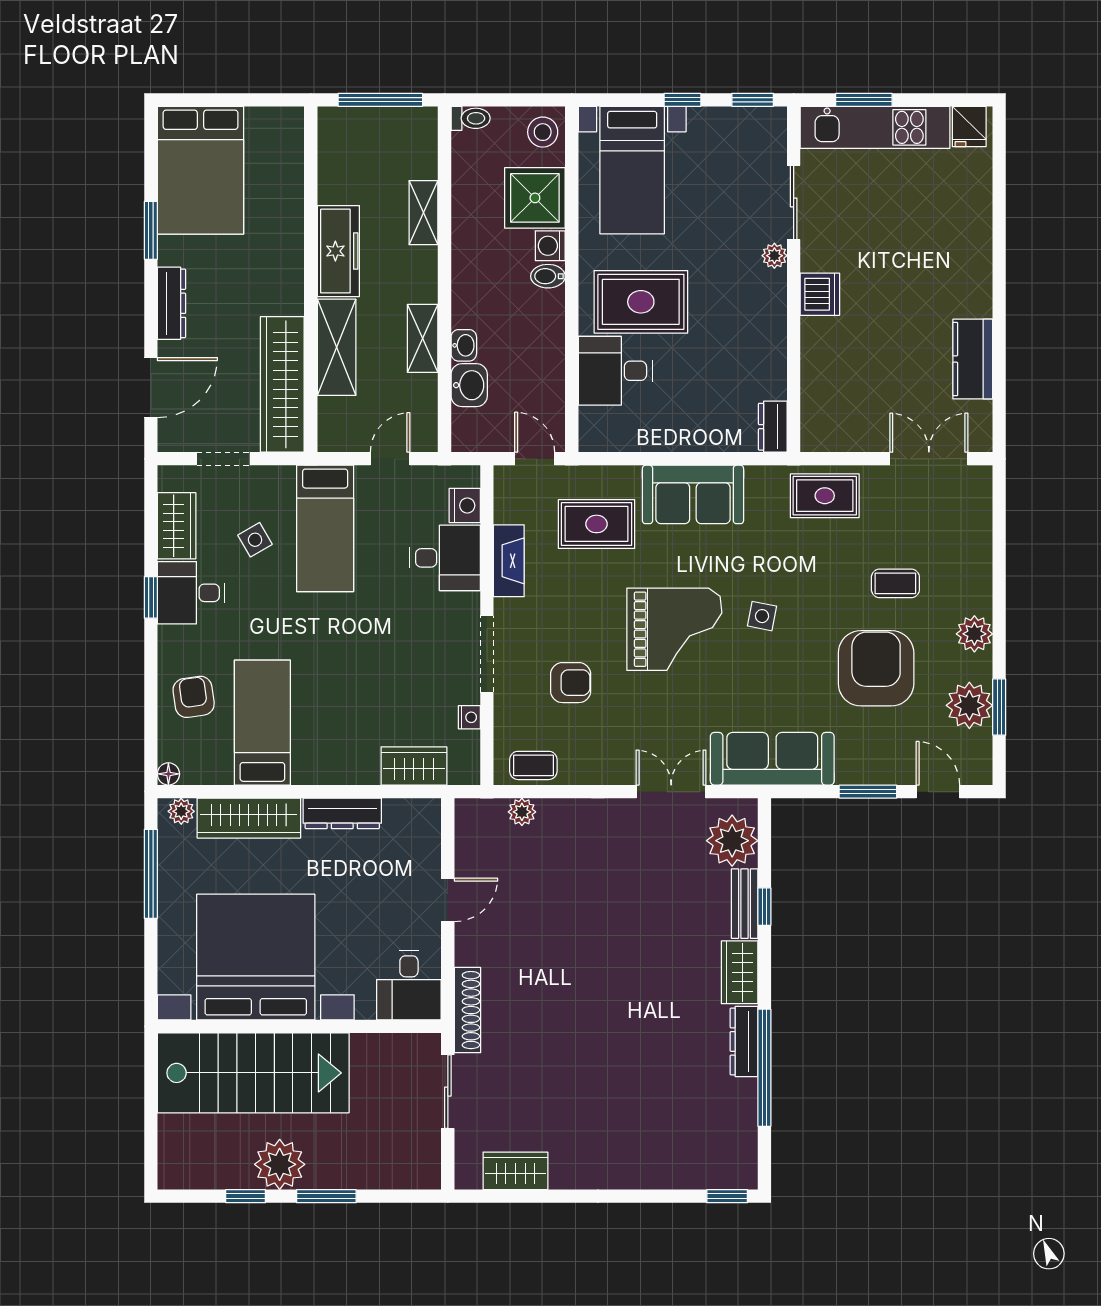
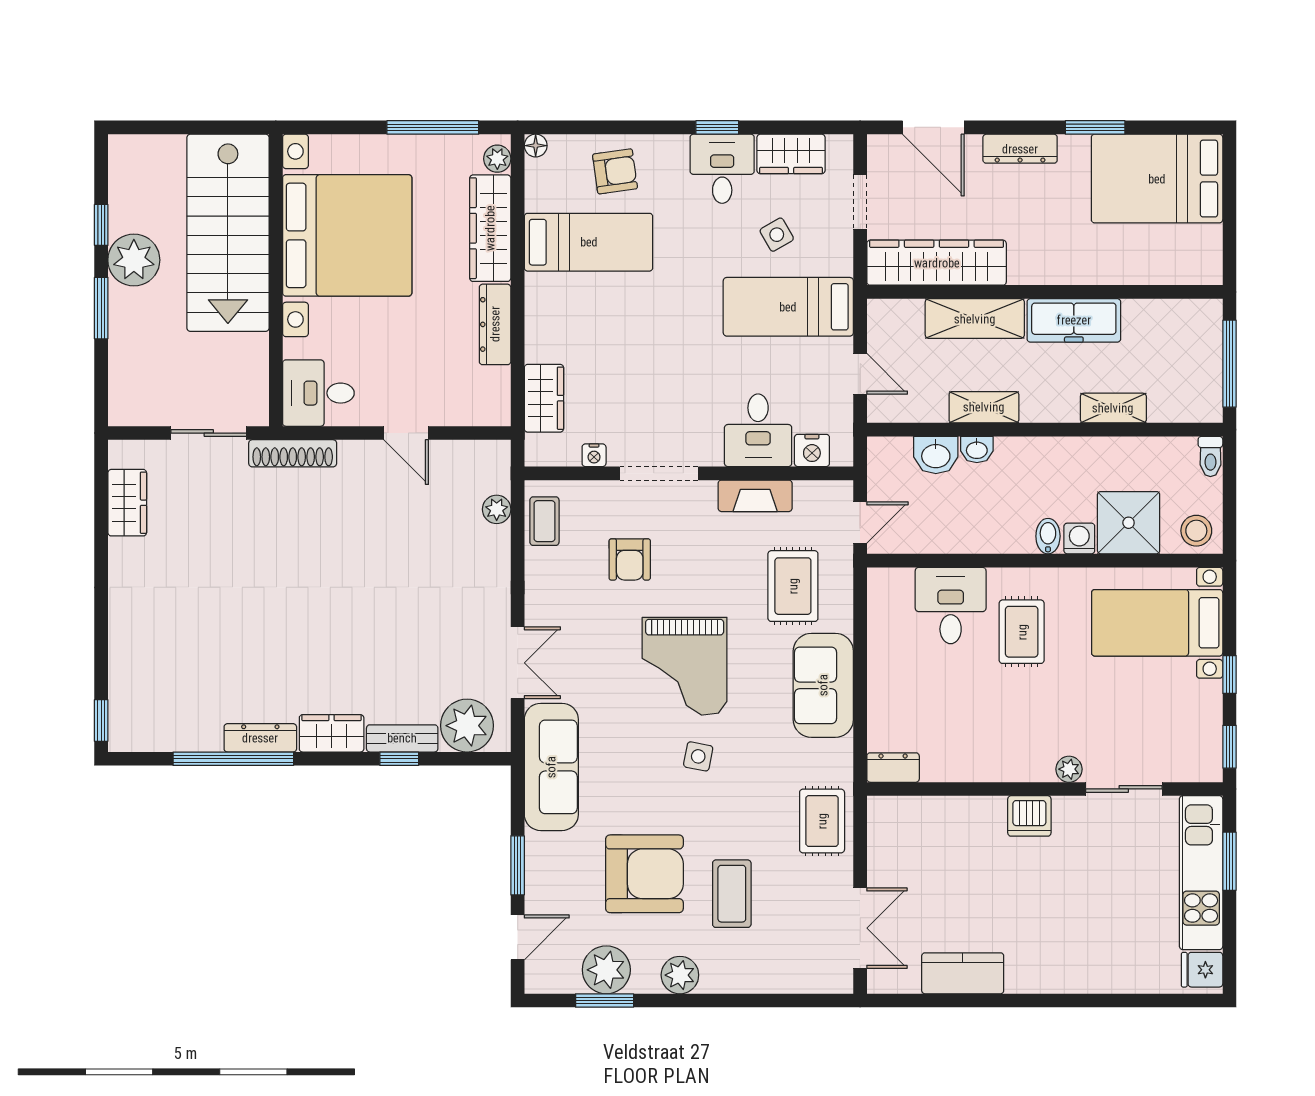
rug: (641, 302) -> (1022, 632), width x0.73, depth x0.70
coffee table: (895, 583) -> (732, 894), width x1.36, depth x1.30

